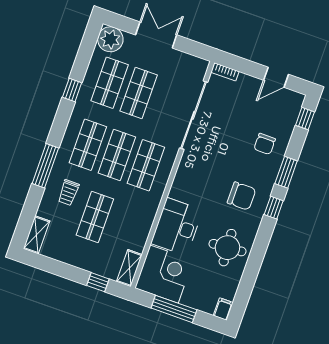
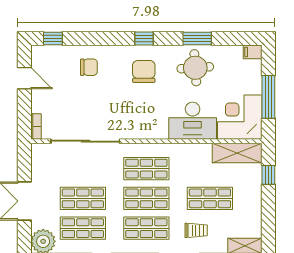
window: (286, 172) -> (197, 39), moved
shelving: (129, 268) -> (237, 153), width x1.50, depth x1.33

